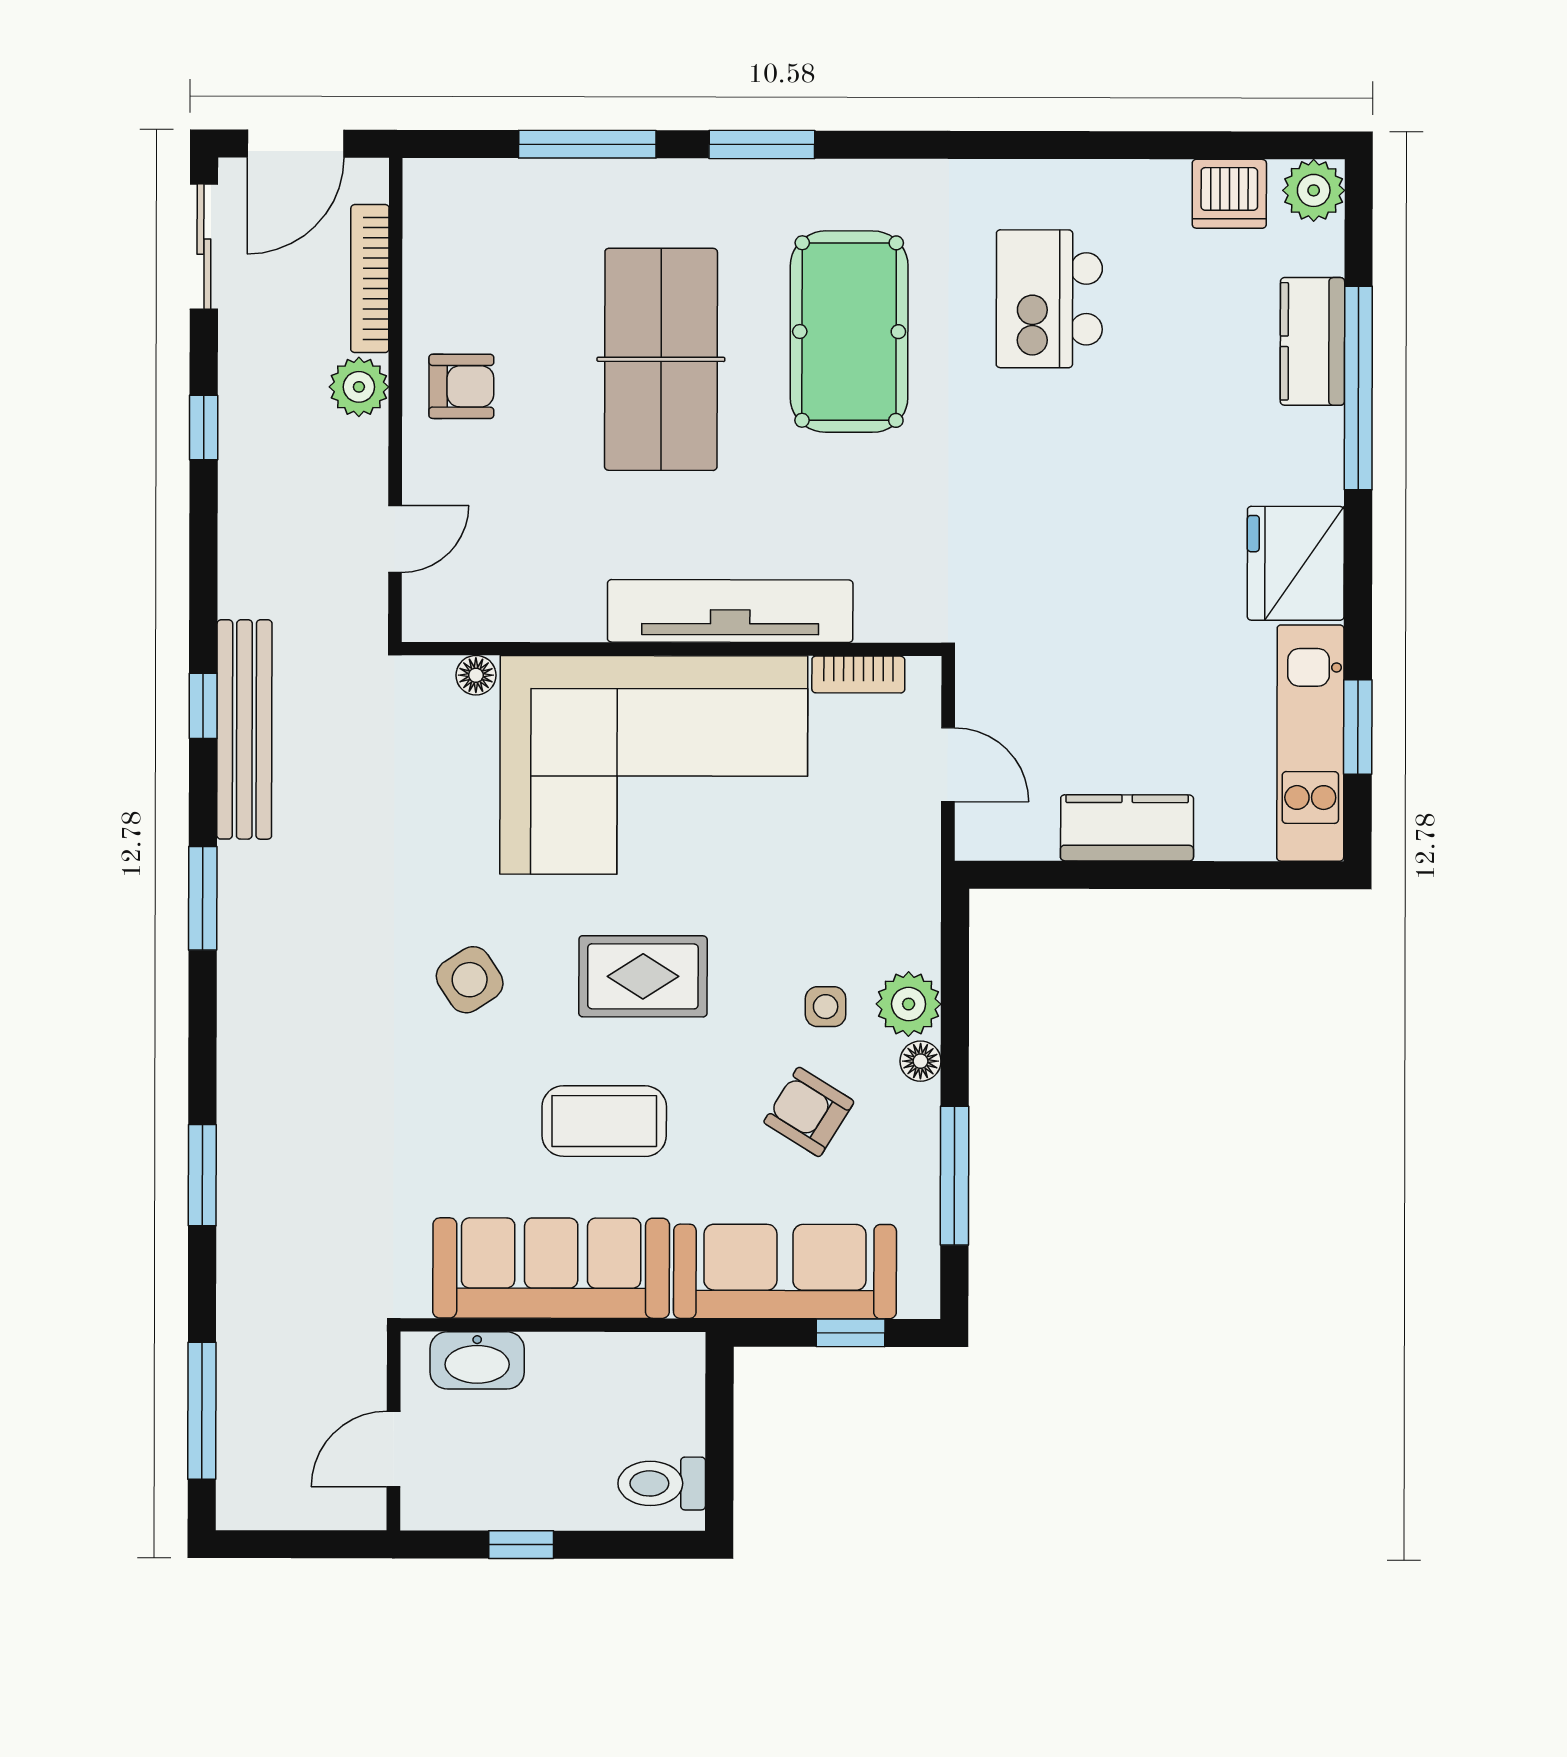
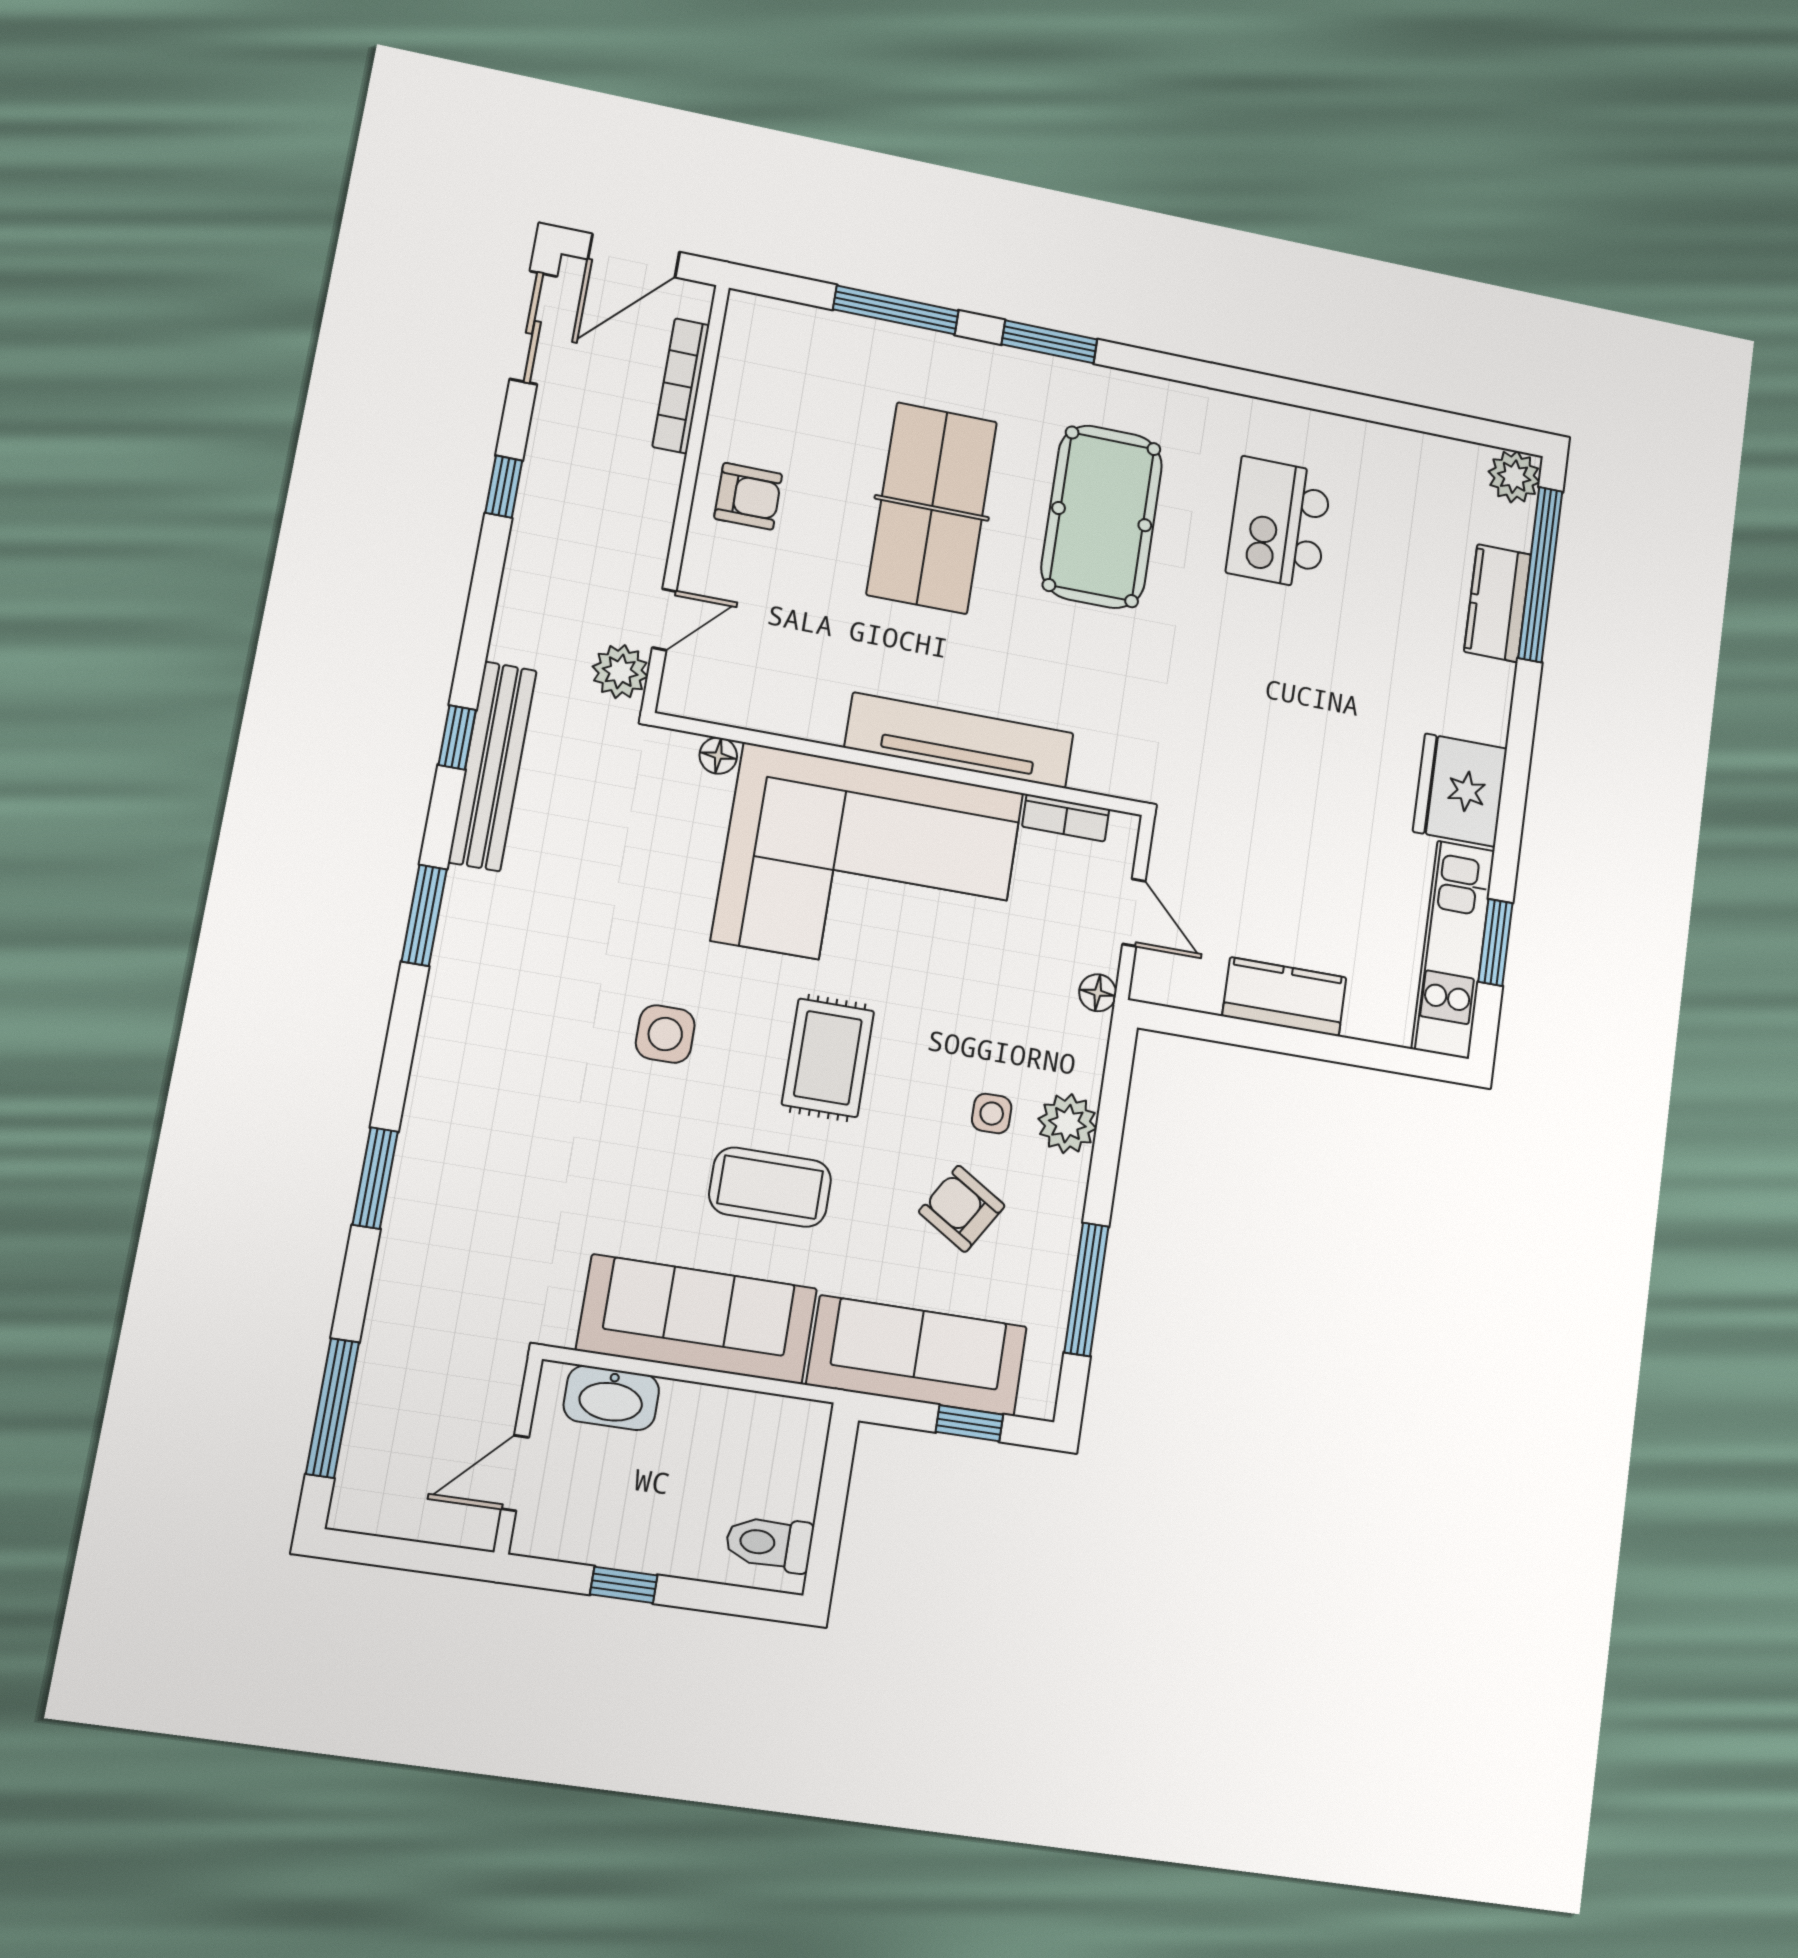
dishwasher: (1229, 194) -> (1443, 465), removed
plant: (359, 387) -> (620, 672), moved
window: (1358, 388) -> (1540, 574), moved
rug: (643, 976) -> (828, 1058), turned 90
side table: (470, 980) -> (665, 1034), turned 33
floor lamp: (920, 1061) -> (1098, 993), moved

